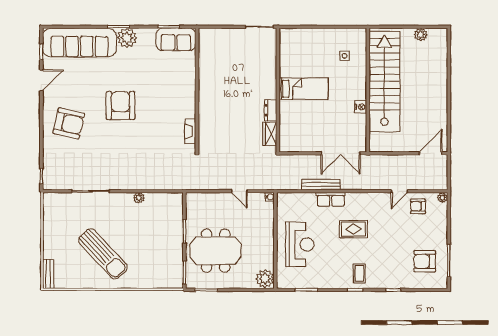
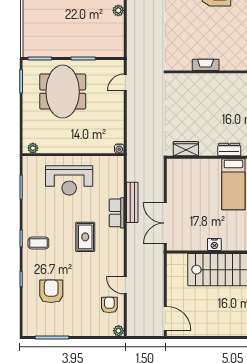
dresser: (271, 110) -> (229, 150), moved
fireplace: (190, 131) -> (206, 65), moved
door: (239, 191) -> (125, 82), moved
armchair: (425, 261) -> (51, 291), moved
plant: (265, 279) -> (33, 148), width x0.53, depth x0.53

